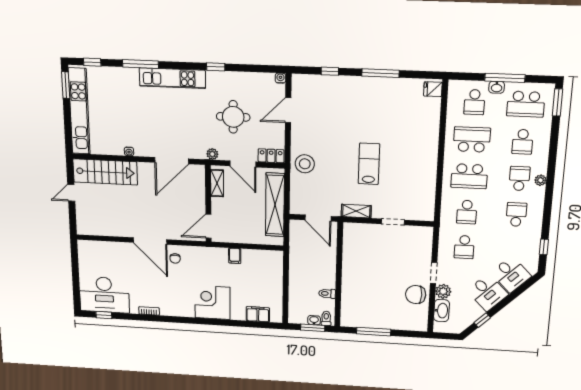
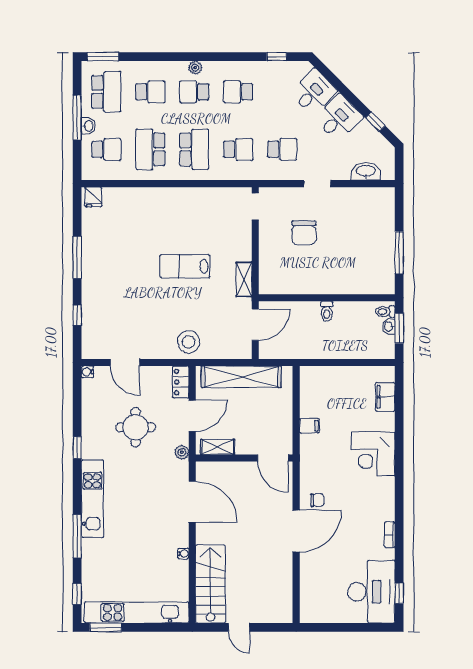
doorway: (393, 222) -> (255, 207), moved
plant: (443, 291) -> (340, 171), removed
toilet: (327, 294) -> (327, 311), moved
chair: (416, 295) -> (304, 233), moved

